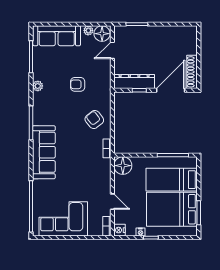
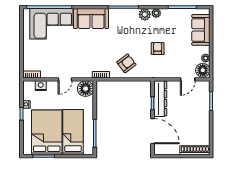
sofa: (57, 36) -> (201, 30), width x0.73
door: (112, 50) -> (188, 79), swing flipped
shoe rack: (192, 72) -> (195, 150), moved
plant: (39, 99) -> (145, 14), added
sofa: (44, 152) -> (91, 19), width x0.73
door: (112, 202) -> (65, 79), moved
corner sofa: (63, 219) -> (51, 24), moved, turned 90
nightstand: (119, 230) -> (41, 86), moved

